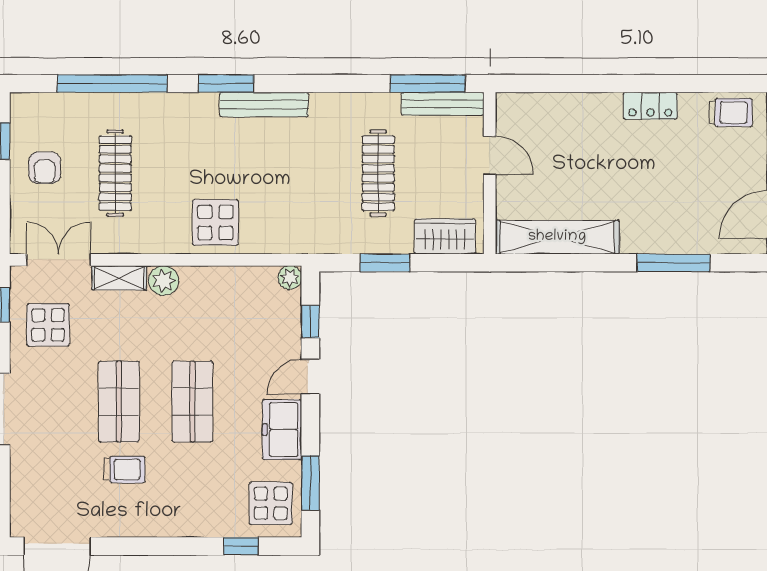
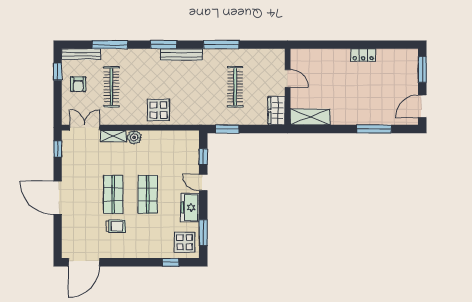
window: (112, 84) -> (110, 45), width x0.68
window: (428, 84) -> (221, 45), moved
bench: (443, 104) -> (81, 54), moved
trolley: (731, 113) -> (401, 58), removed
wardrobe: (445, 236) -> (276, 110), moved, turned -90
shelving: (557, 237) -> (310, 117), width x0.68
window: (385, 263) -> (227, 129), moved
plant: (290, 278) -> (194, 136), removed
display table: (48, 325) -> (80, 158), removed
door: (310, 377) -> (203, 183), hinge flipped

